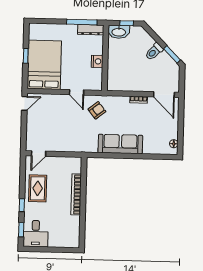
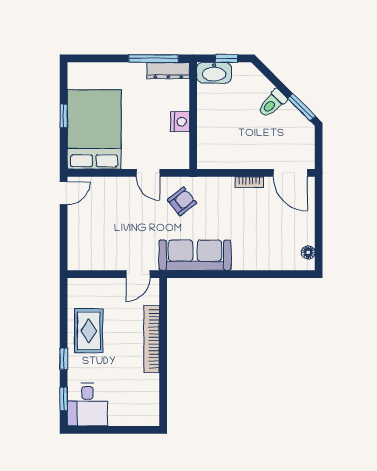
sofa: (120, 144) -> (195, 255), moved
door: (39, 154) -> (138, 274), moved

